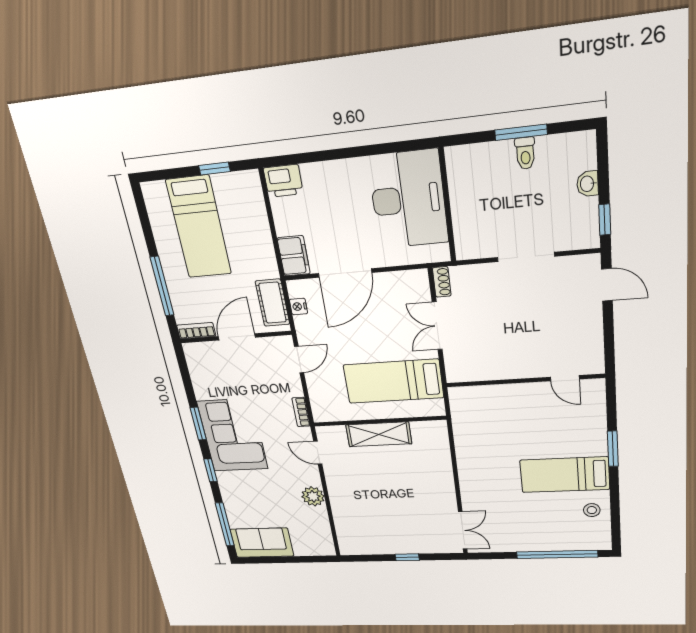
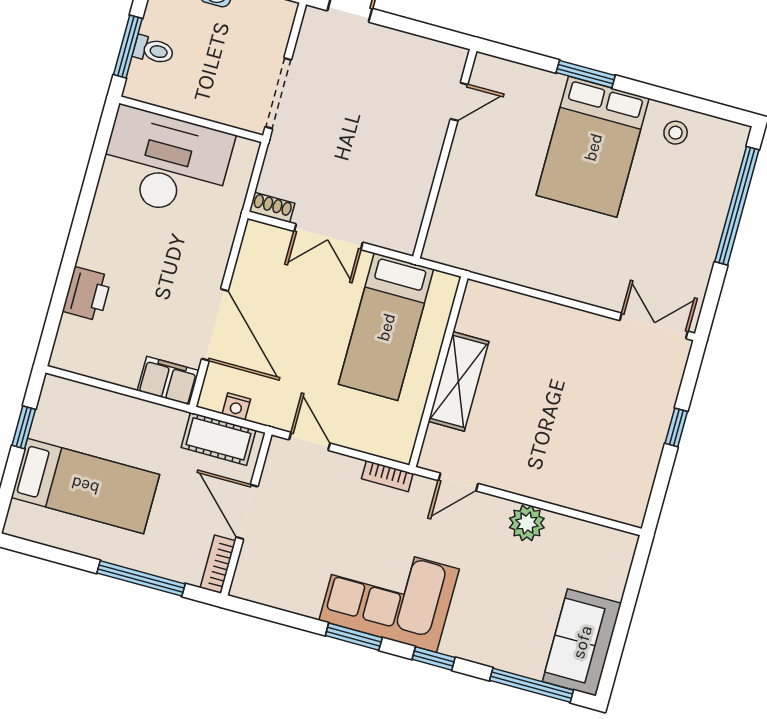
printer: (283, 181) -> (87, 294), moved
desk: (408, 199) -> (166, 163), moved
wall: (447, 206) -> (191, 119), moved
bed: (565, 475) -> (593, 147), width x1.50

